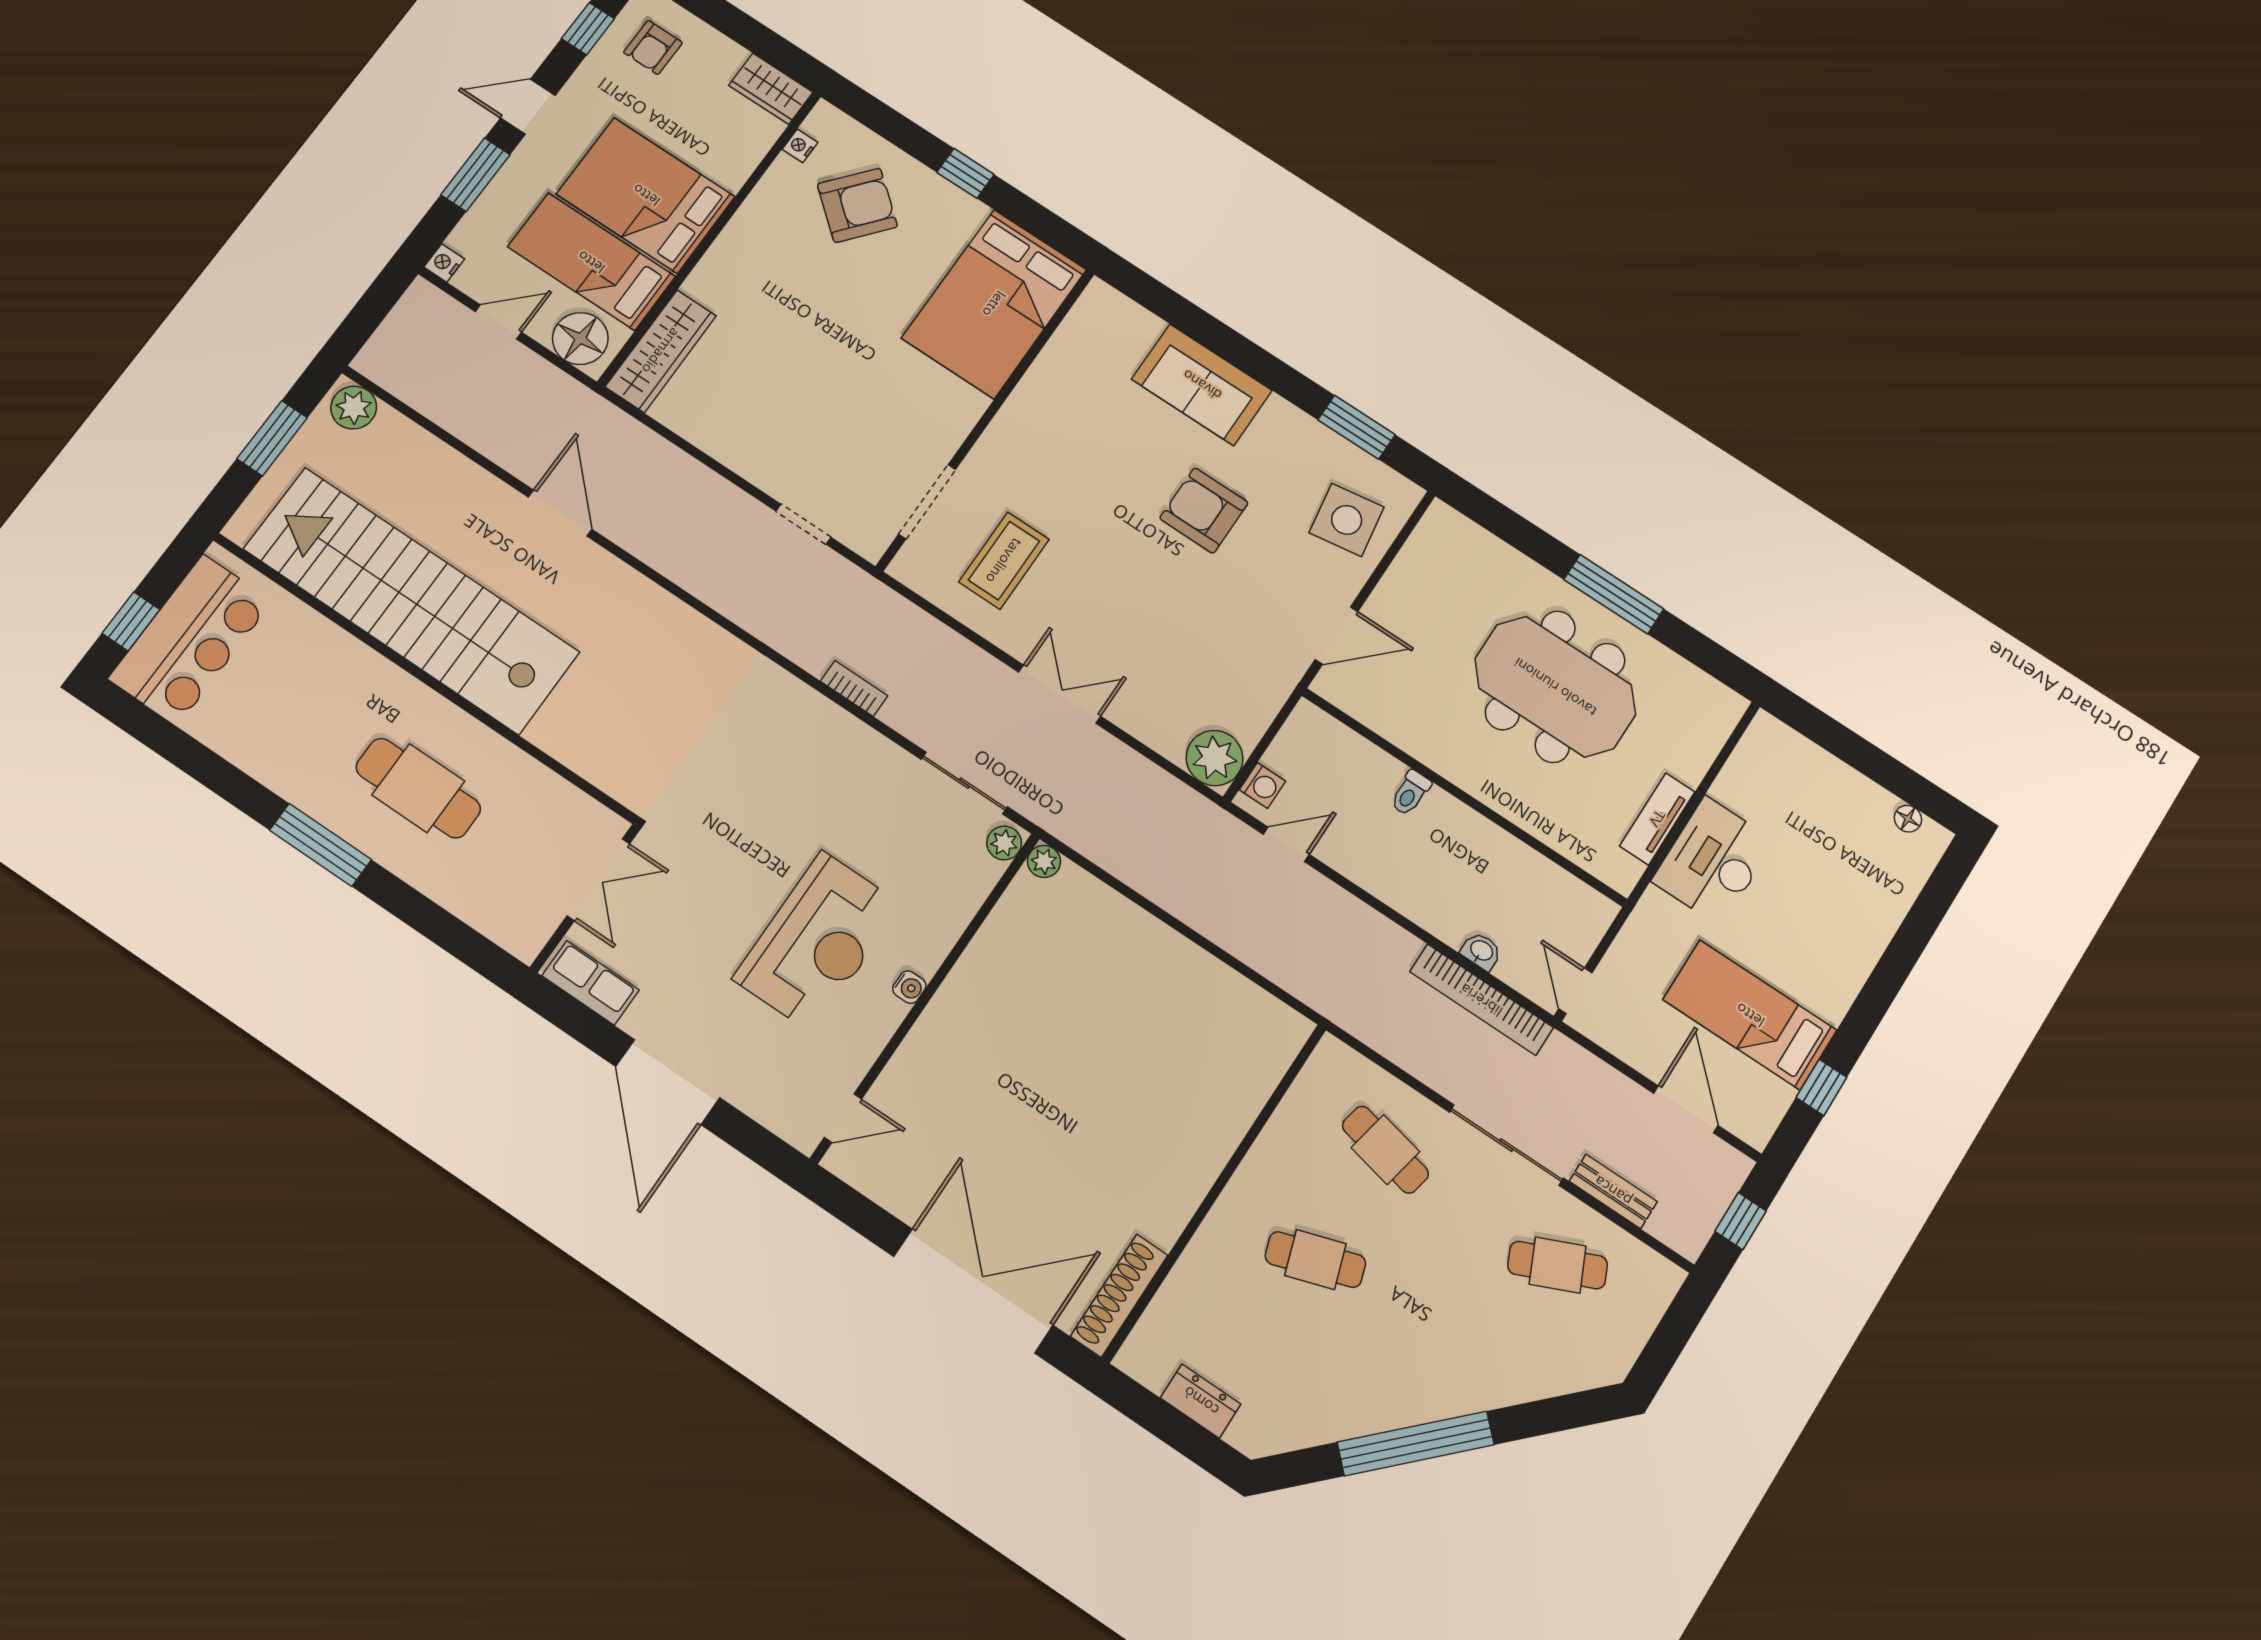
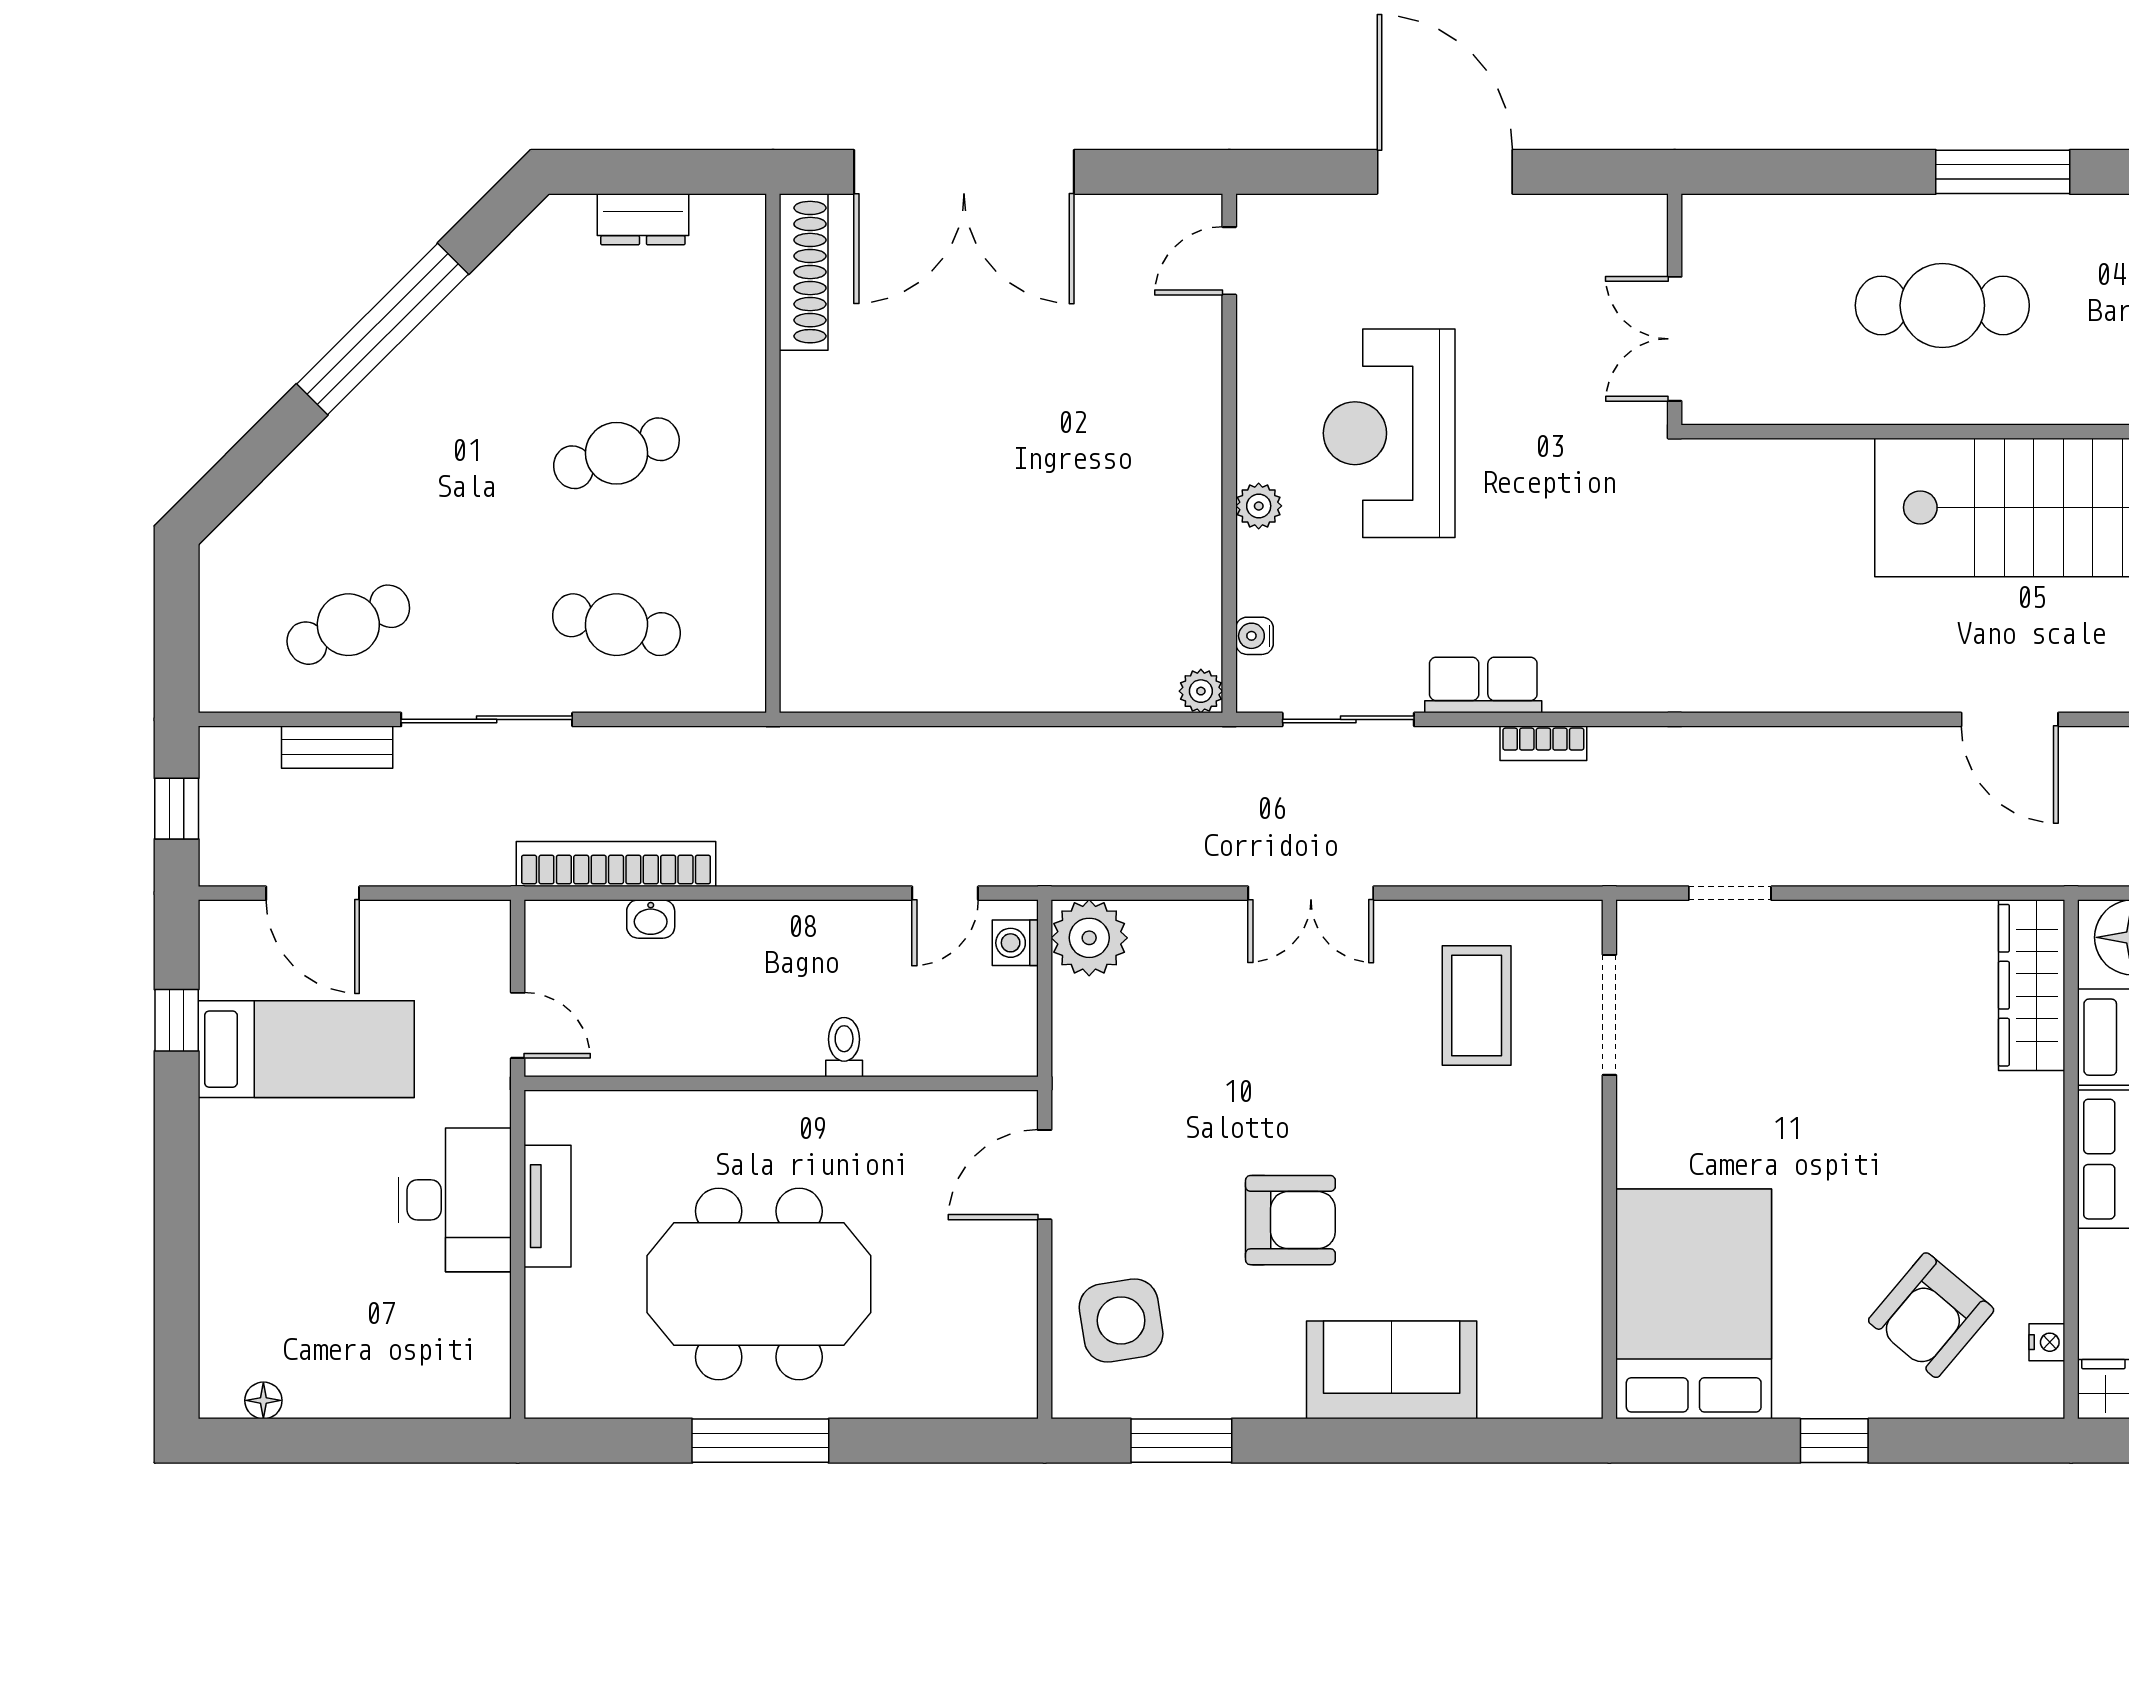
plant: (1004, 843) -> (1259, 506), moved
row of seats: (590, 983) -> (1483, 685), moved, turned 180
water cooler: (909, 987) -> (1254, 636), moved
door: (1575, 991) -> (518, 1025), moved

